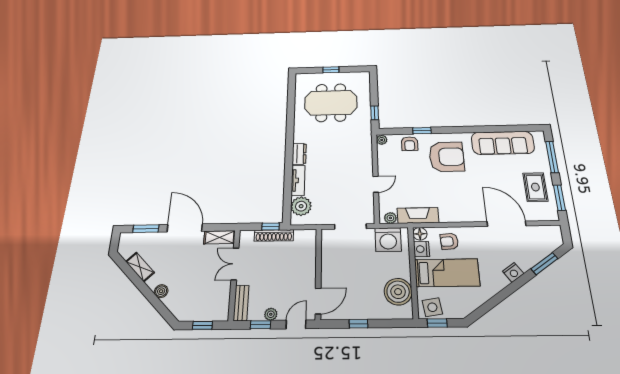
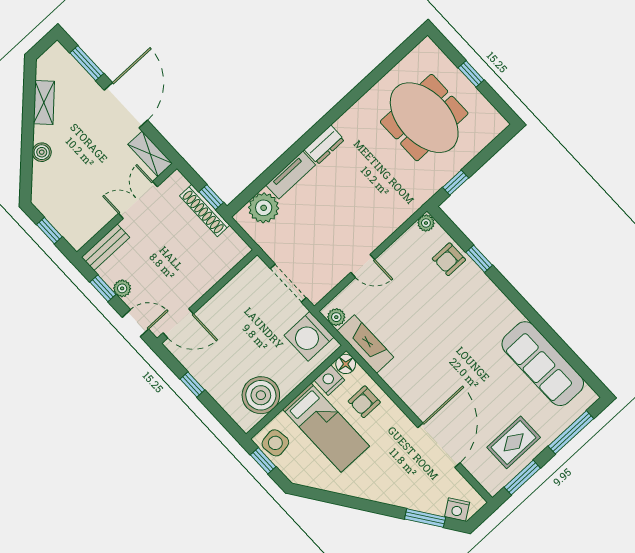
armchair: (447, 157) -> (468, 315), removed
armchair: (449, 241) -> (364, 402), turned -86
nightstand: (513, 272) -> (457, 509), moved

